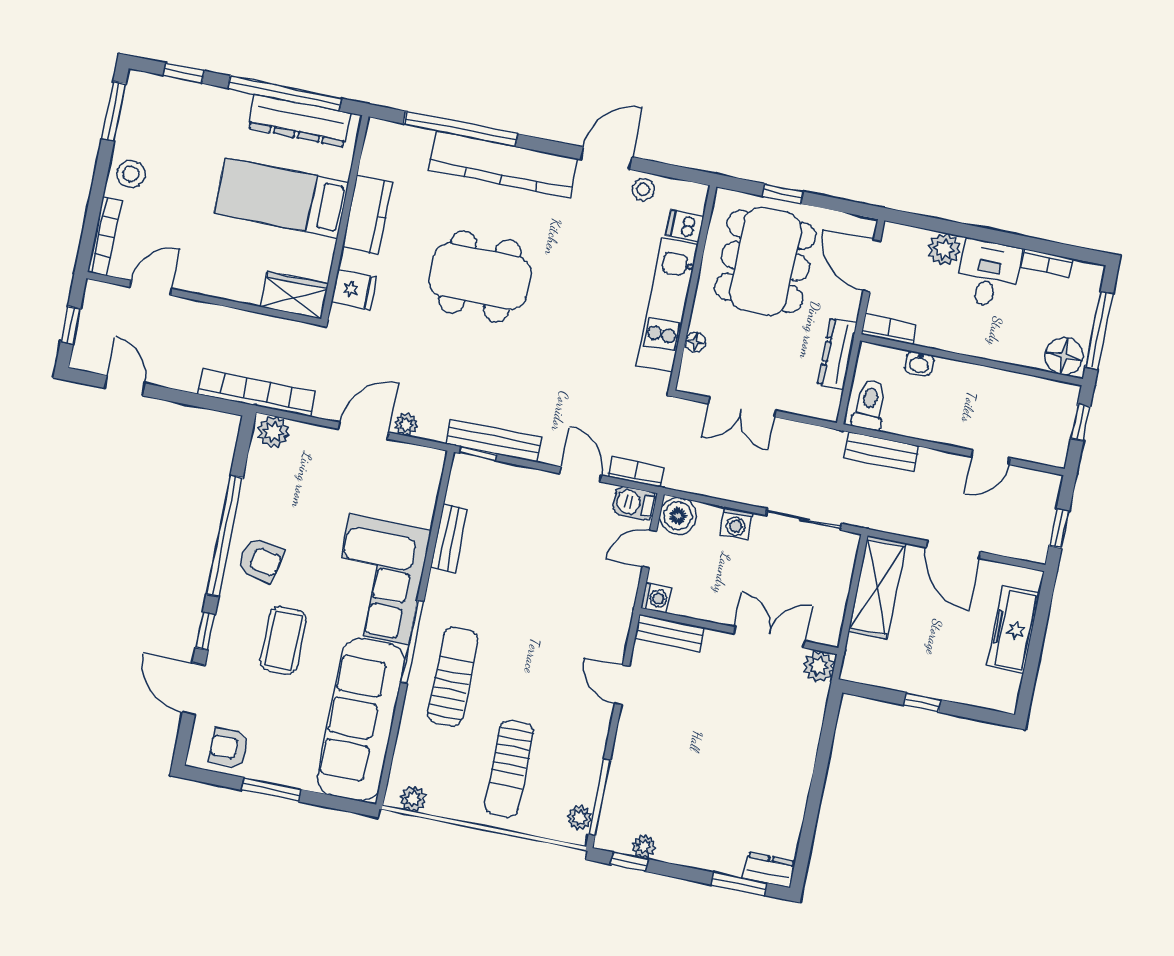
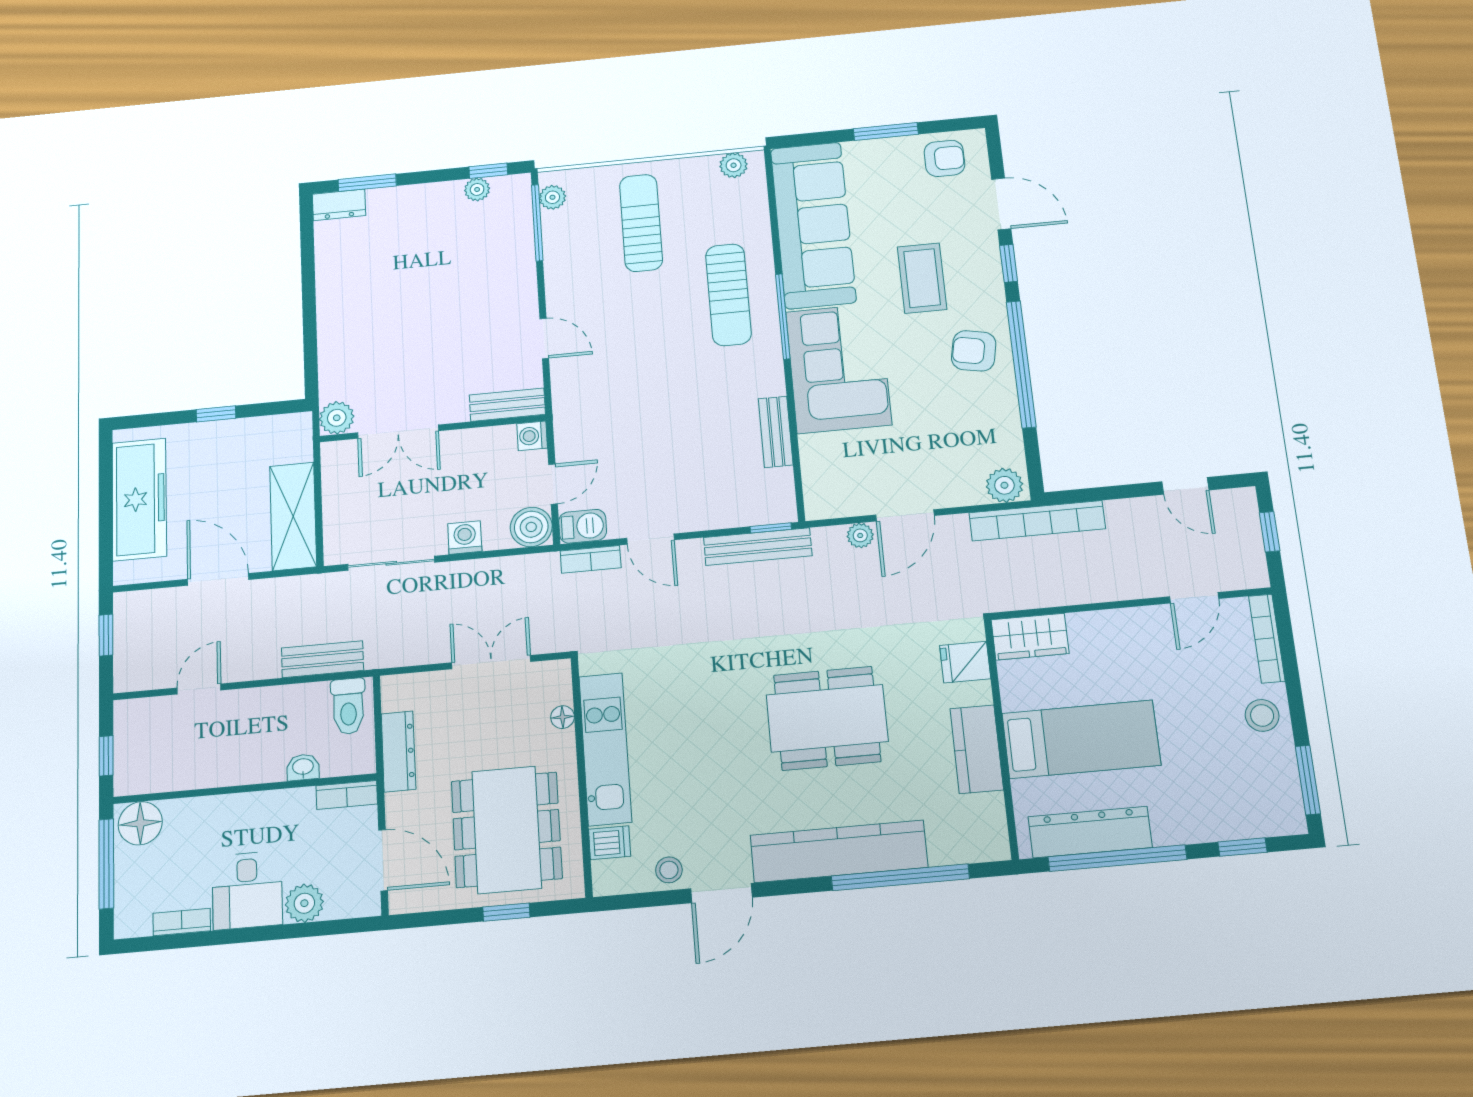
freezer: (1013, 630) -> (139, 499), width x1.36, depth x1.26

